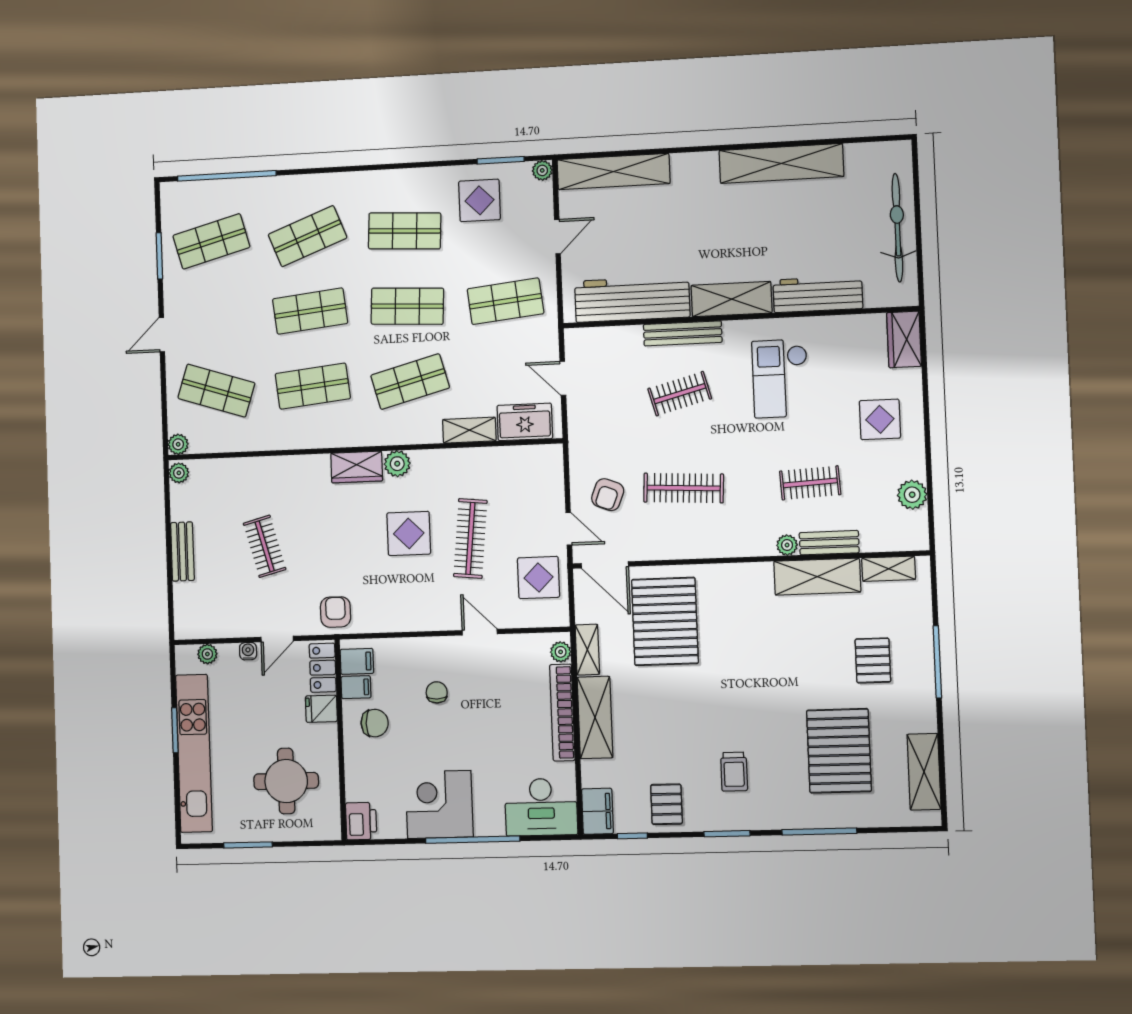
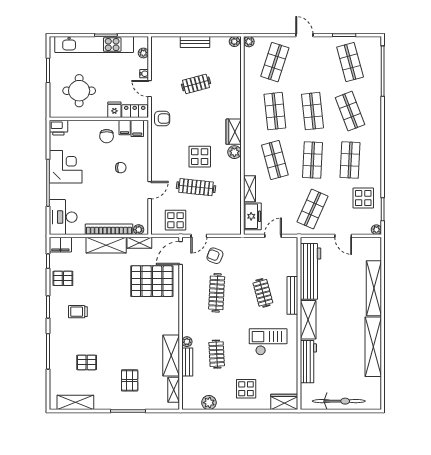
shelving: (613, 172) -> (374, 288), moved
shop shelf: (505, 301) -> (312, 209), turned 30
pallet: (873, 660) -> (130, 380), turned 90
pallet: (839, 751) -> (87, 362), width x0.49, depth x0.50

